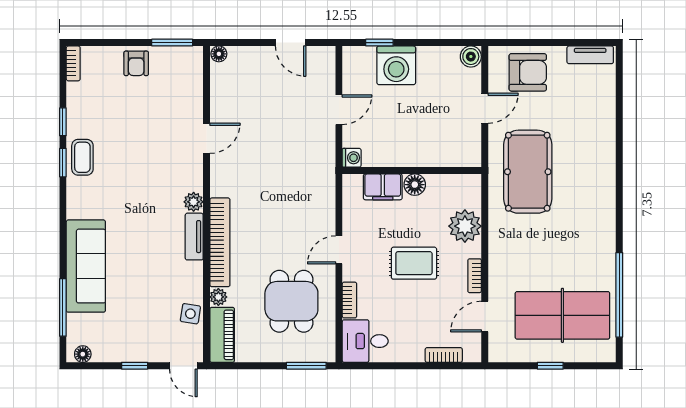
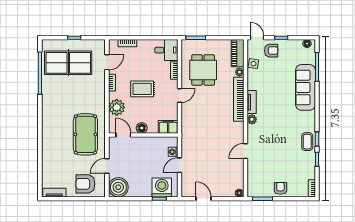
boiler: (471, 57) -> (118, 187), width x1.86, depth x1.86
washing machine: (396, 65) -> (162, 187), moved
washing machine: (352, 158) -> (173, 152), moved
door: (452, 171) -> (123, 135), added
filing cabinet: (383, 187) -> (168, 127), moved
armchair: (155, 340) -> (271, 51), added

